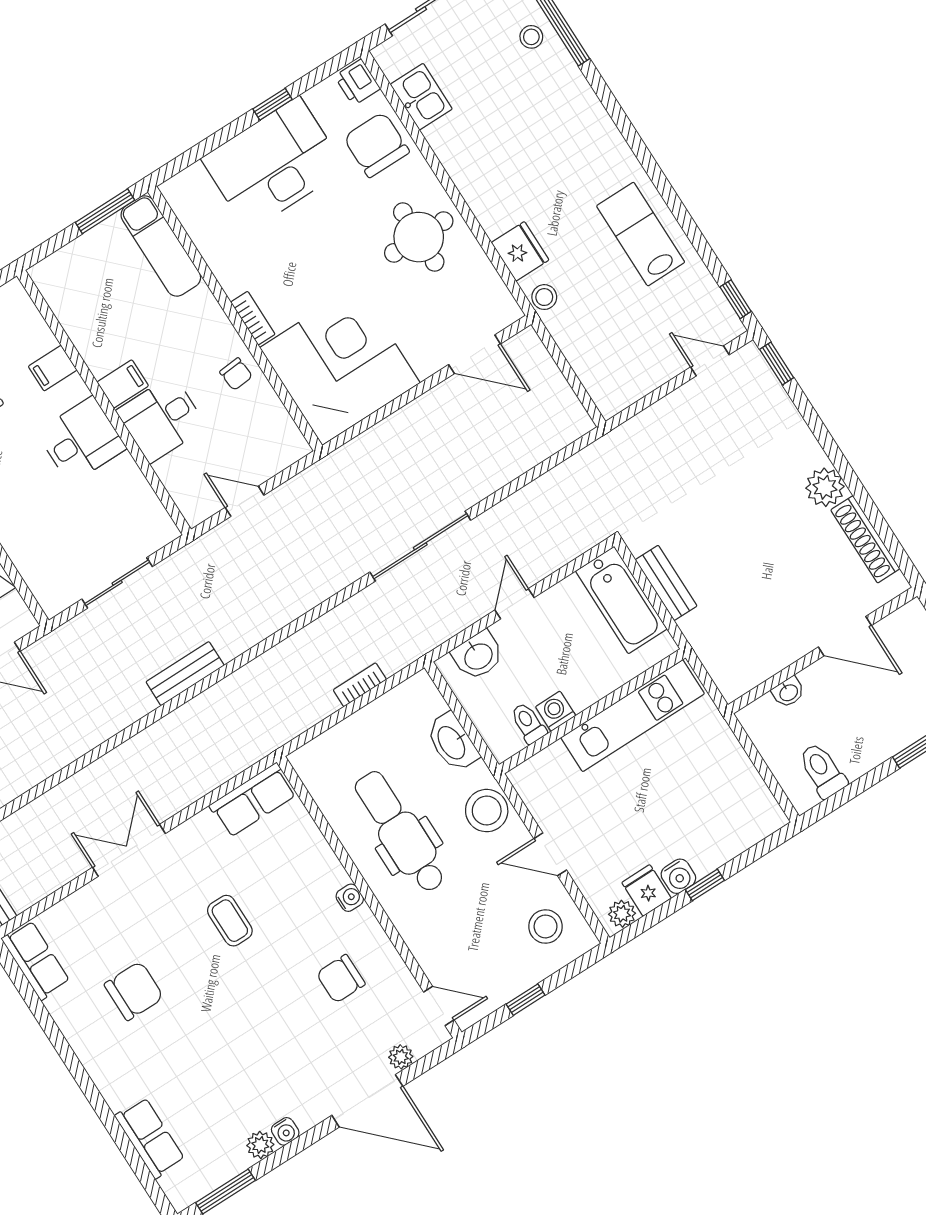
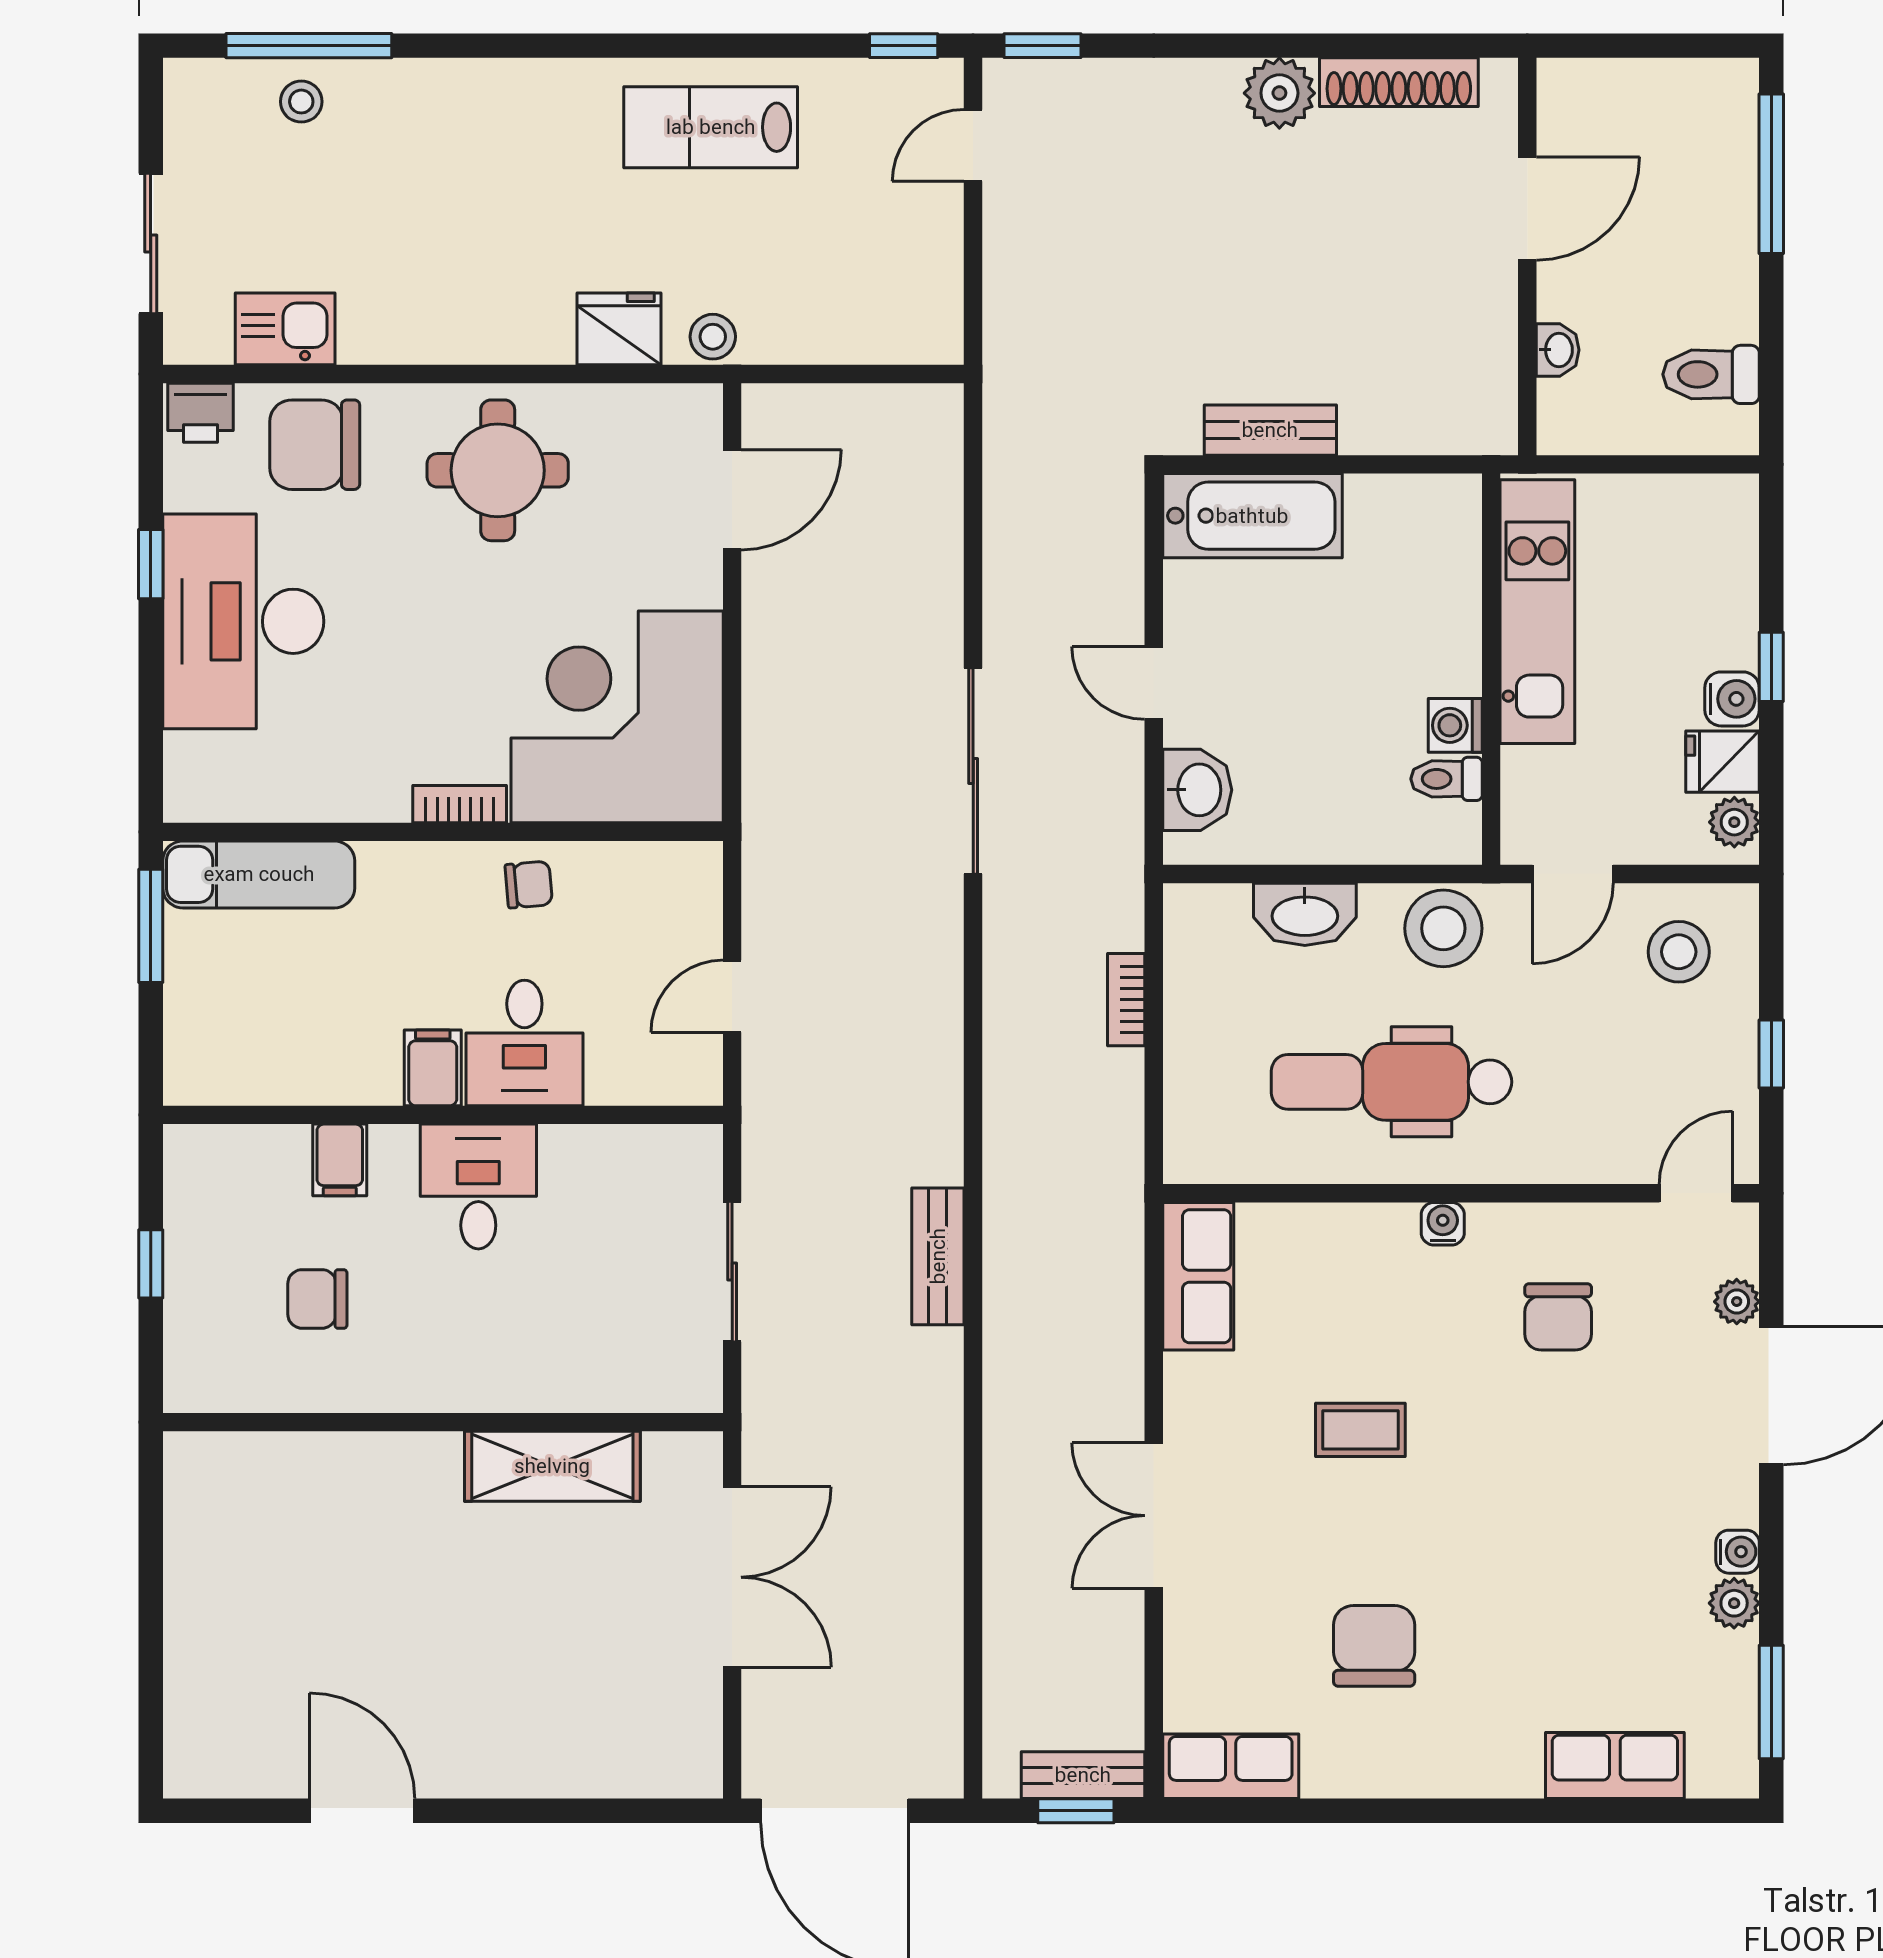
washing machine: (556, 711) -> (1455, 725), moved
wall: (592, 711) -> (1491, 669), moved
kitchen unit: (633, 716) -> (1537, 612), moved
toilet: (528, 723) -> (1447, 779), moved

